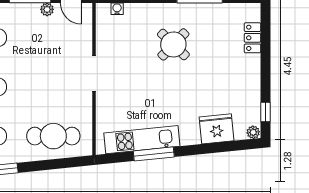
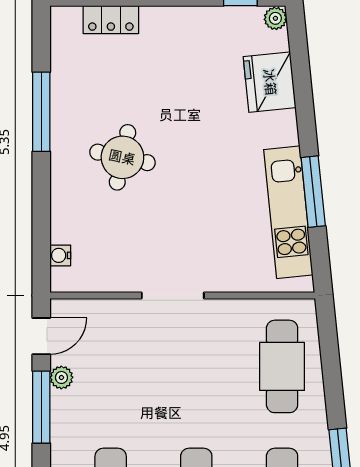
round table: (173, 44) -> (122, 157), turned -32

